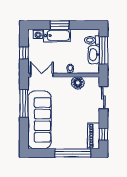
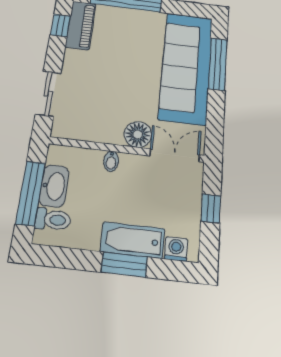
double door: (42, 75) -> (175, 155), swing flipped
floor lamp: (78, 83) -> (138, 134), moved
window: (24, 104) -> (218, 64), moved

